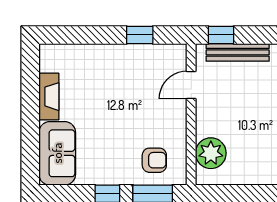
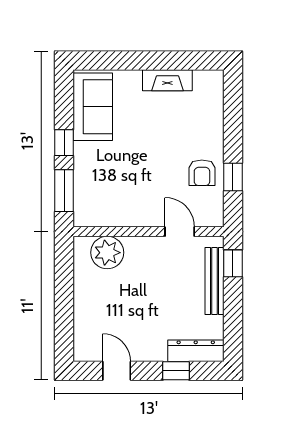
sofa: (57, 153) -> (93, 107), moved, turned -90
armchair: (154, 160) -> (202, 173), moved

